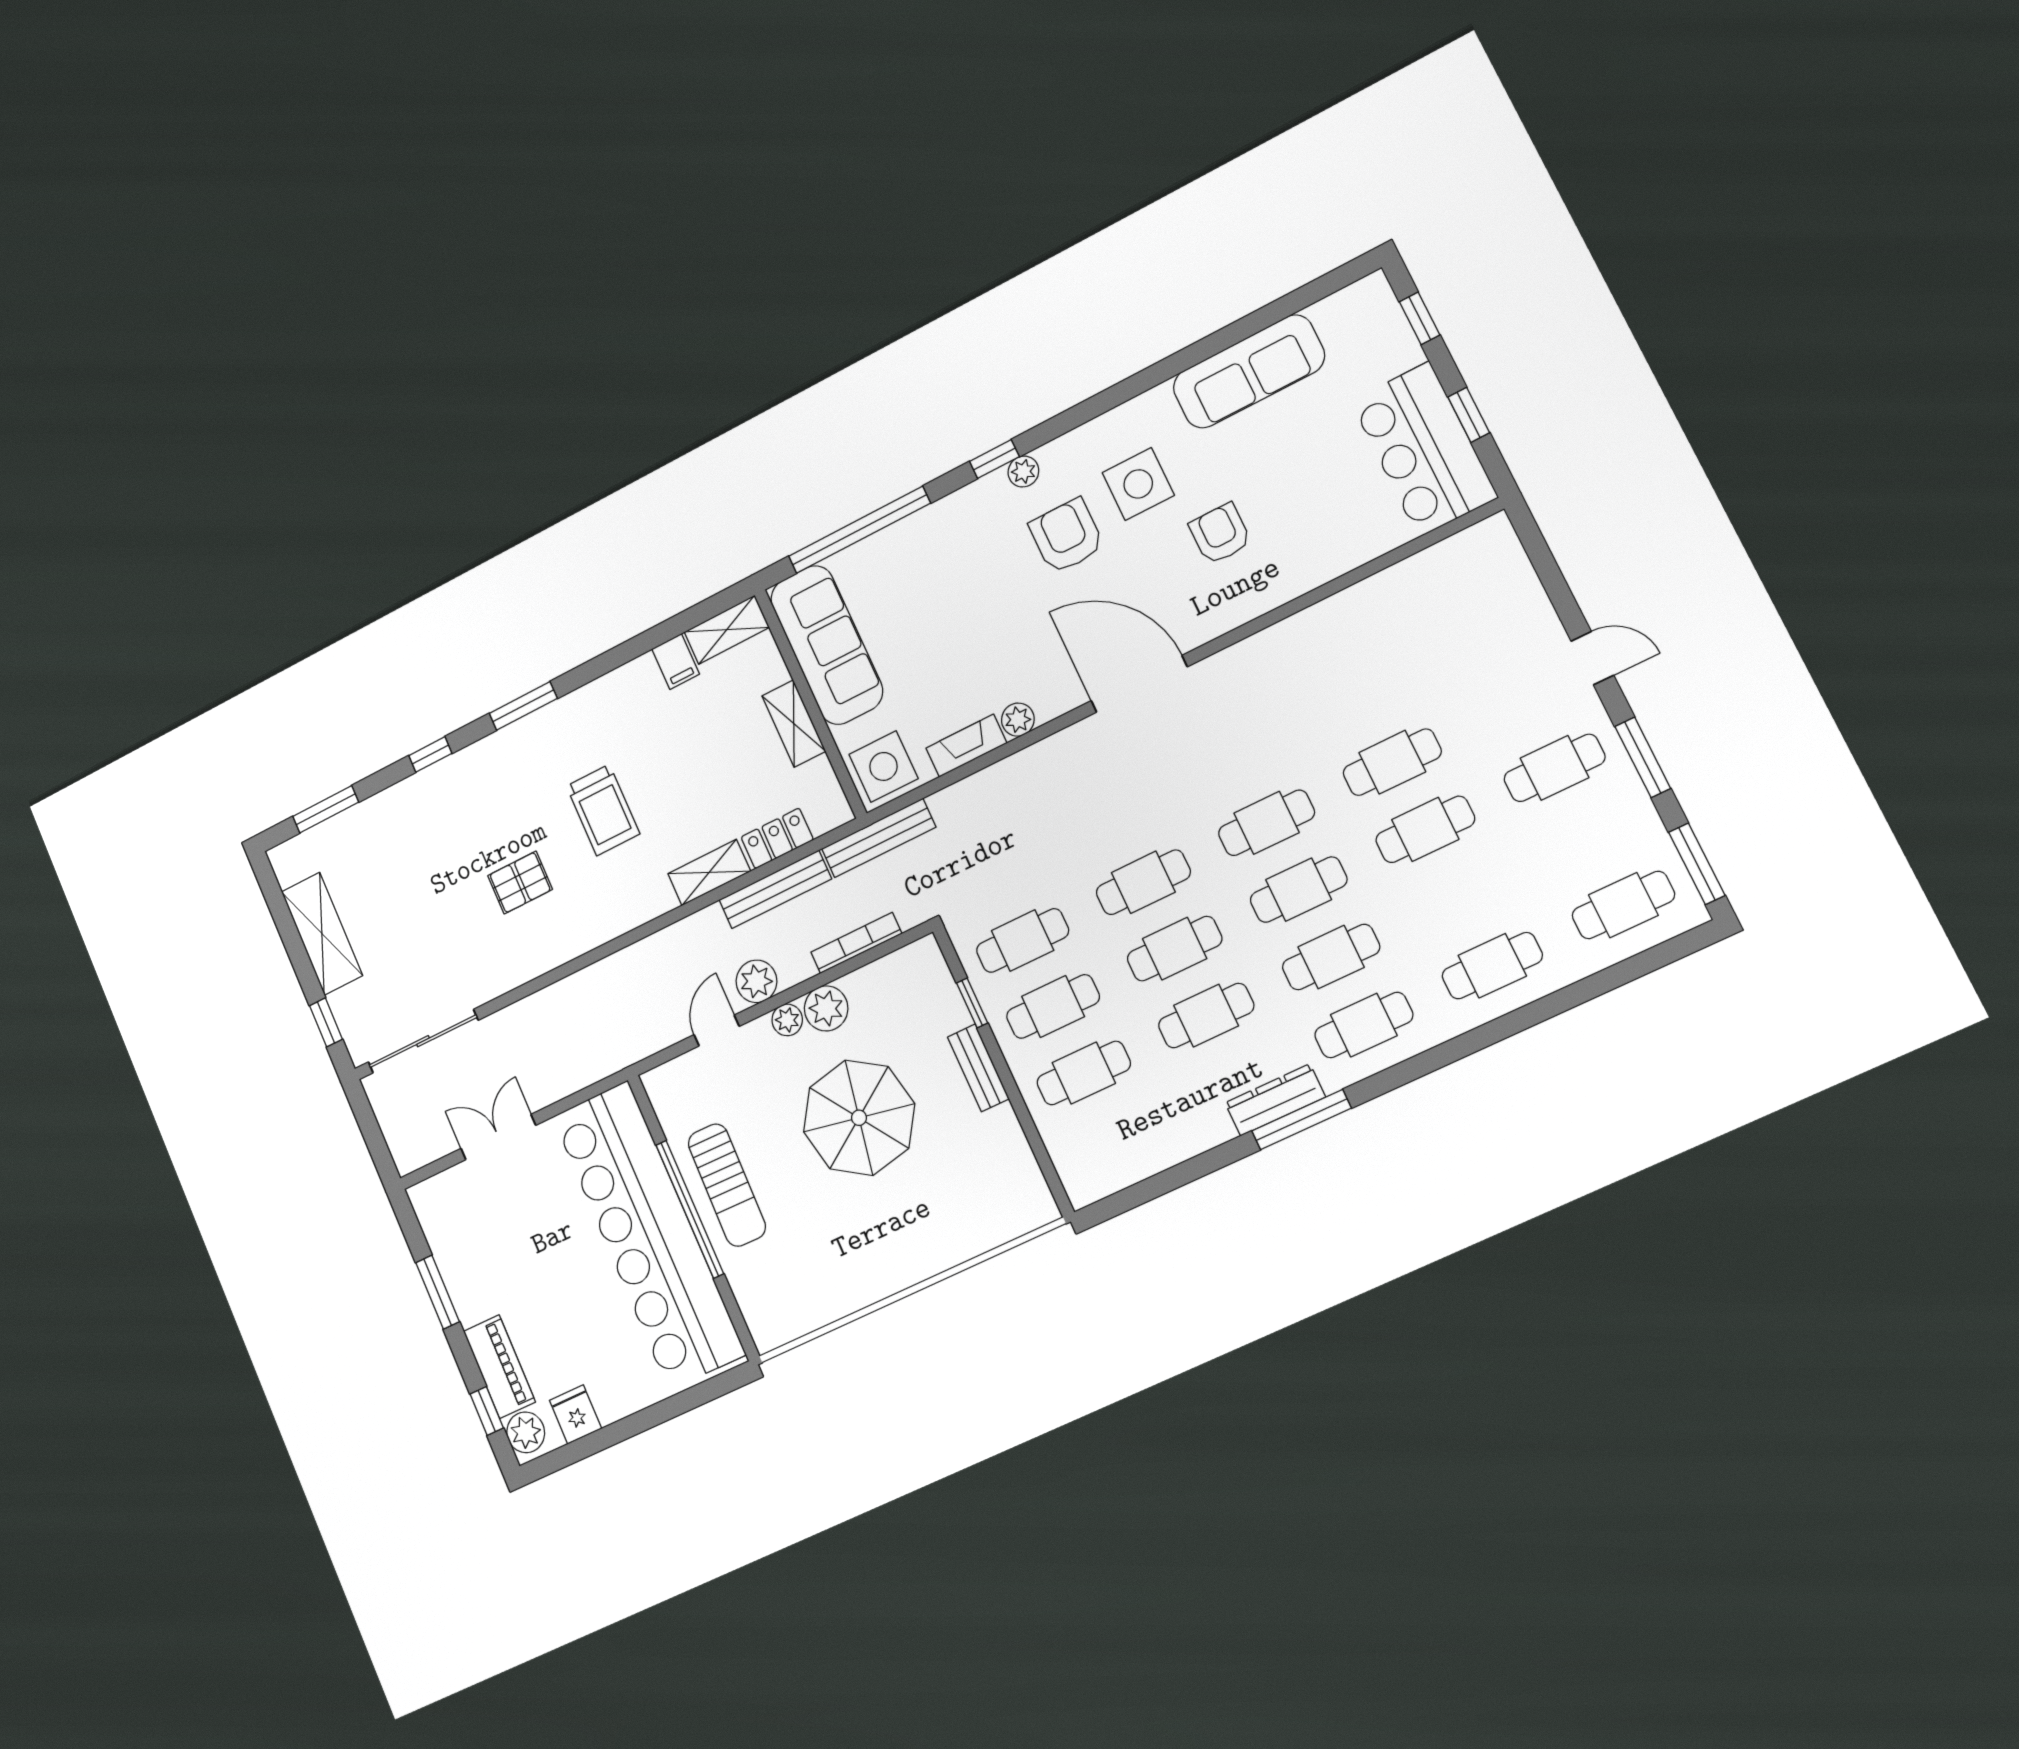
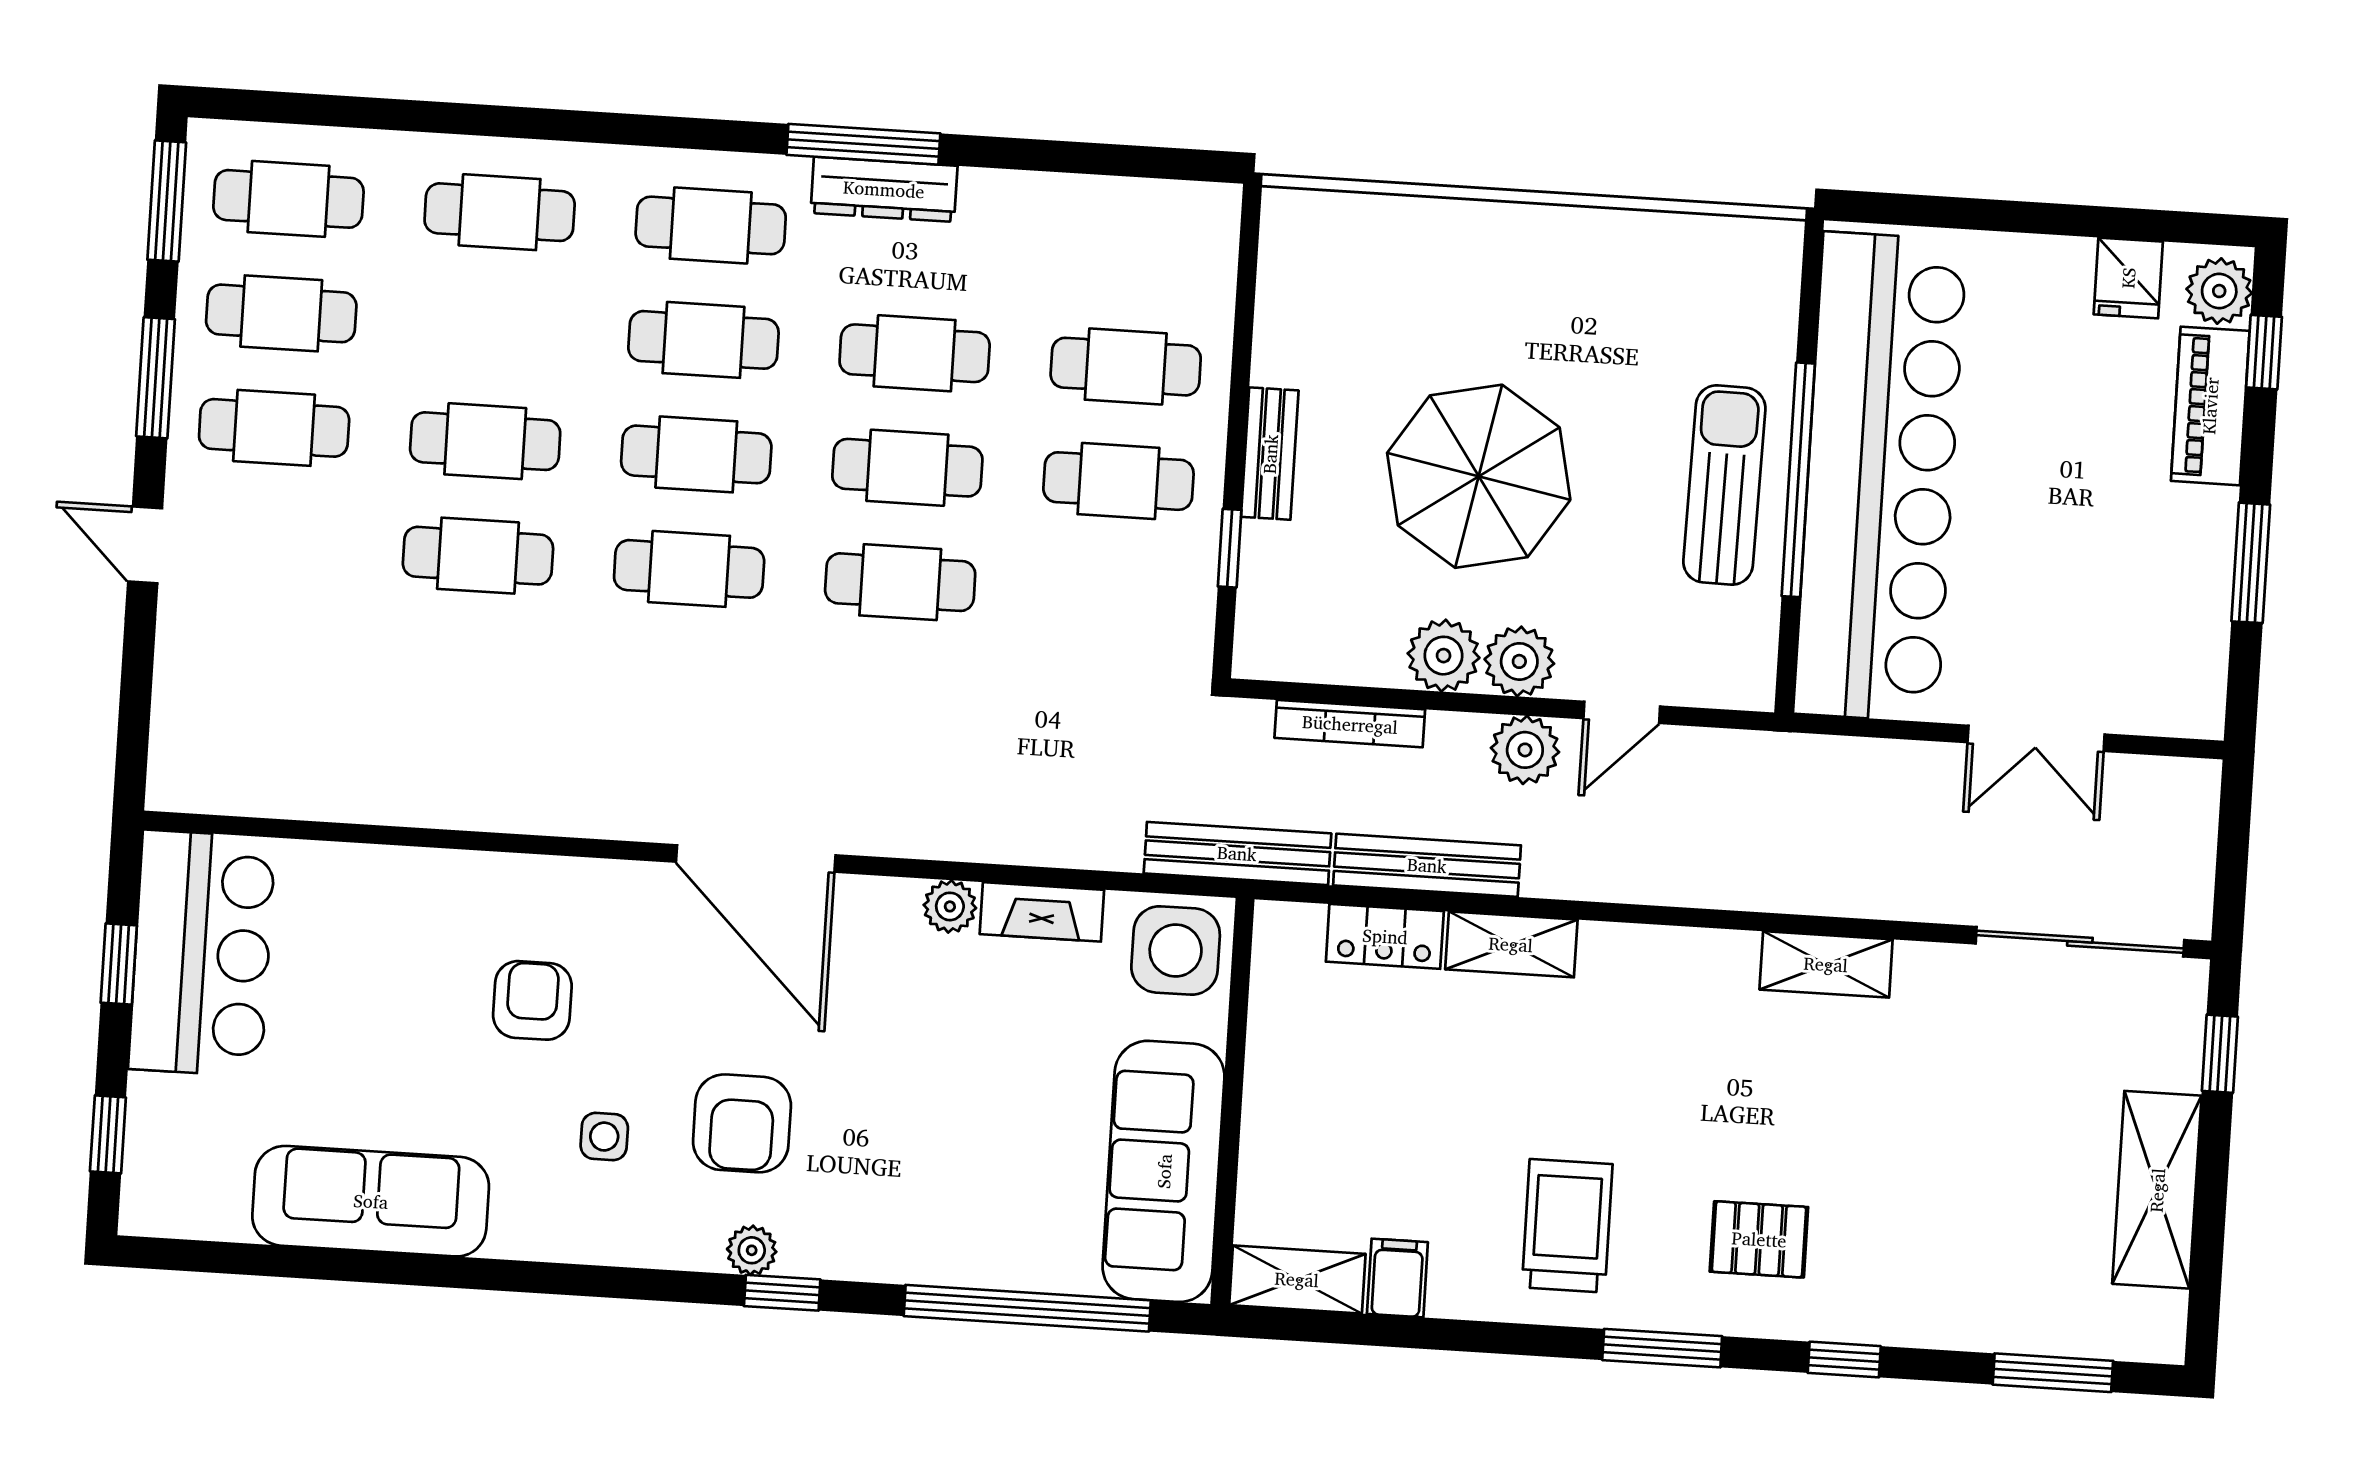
side table: (1138, 484) -> (604, 1137), width x0.54, depth x0.54
armchair: (1220, 534) -> (532, 1000), turned 180
shelving: (794, 723) -> (1826, 964), moved, turned 90
trolley: (603, 810) -> (1567, 1226), moved
pallet: (520, 883) -> (1759, 1239), moved
cafe table: (1023, 941) -> (281, 313), moved
plant: (787, 1020) -> (1519, 661), width x1.38, depth x1.38

